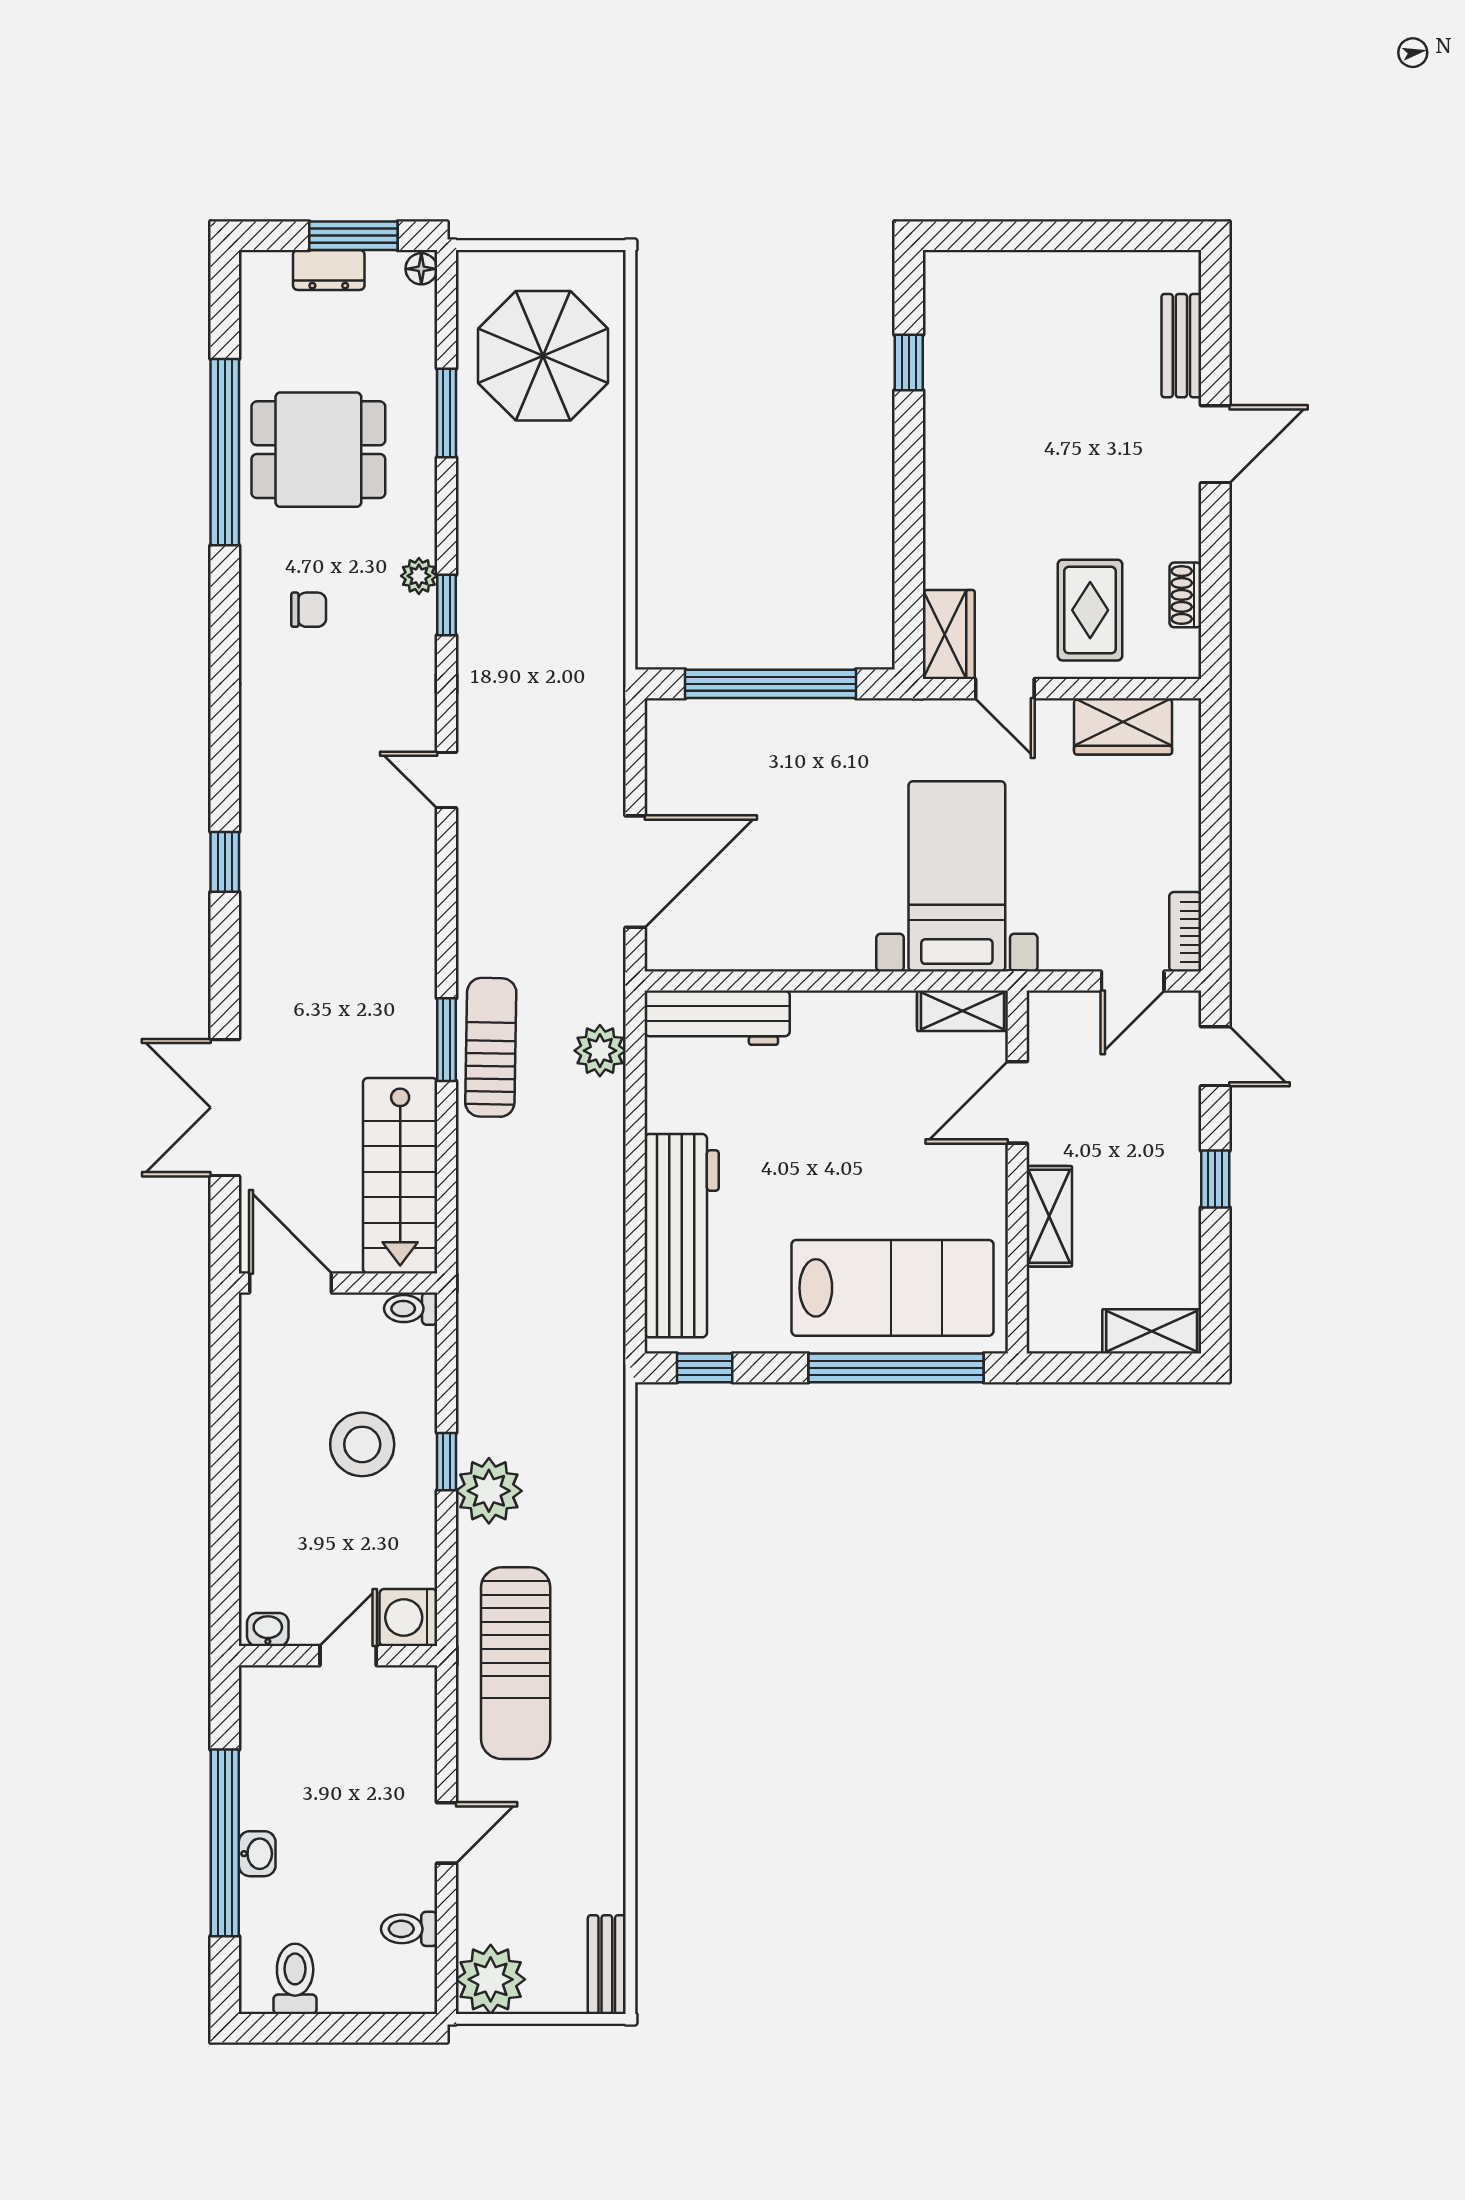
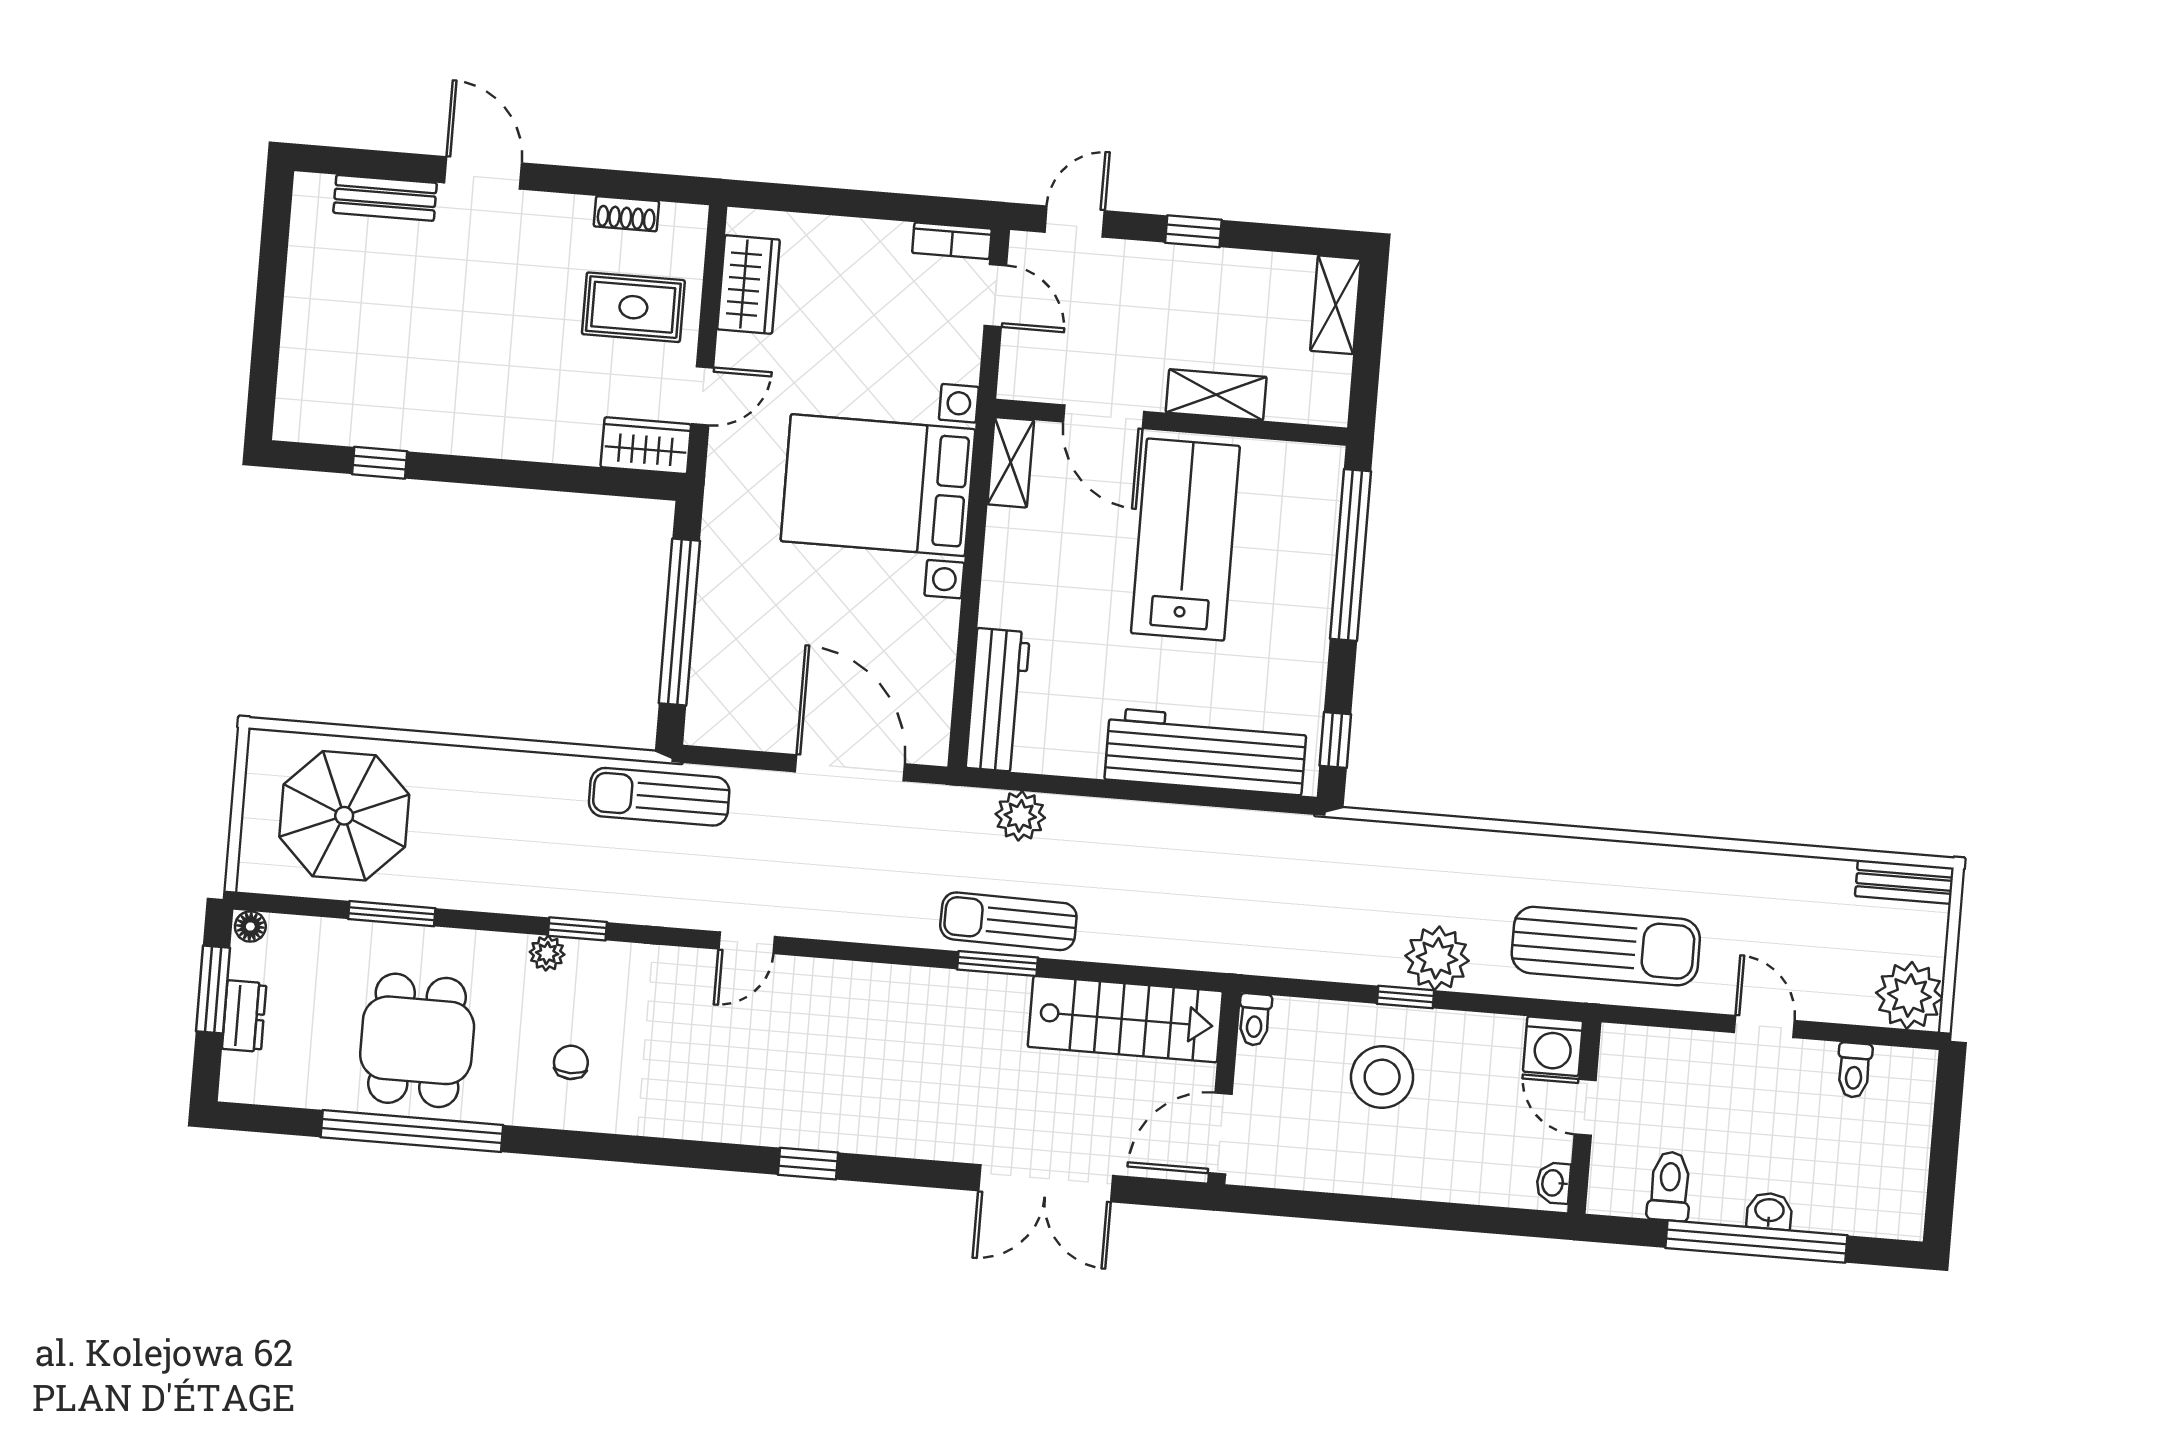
sun lounger: (589, 678) -> (659, 797), added
bed with nightstands: (957, 876) -> (878, 485), width x1.36
lab bench: (892, 1288) -> (1185, 540), moved
toilet: (295, 1979) -> (1670, 1186), moved, turned 90

